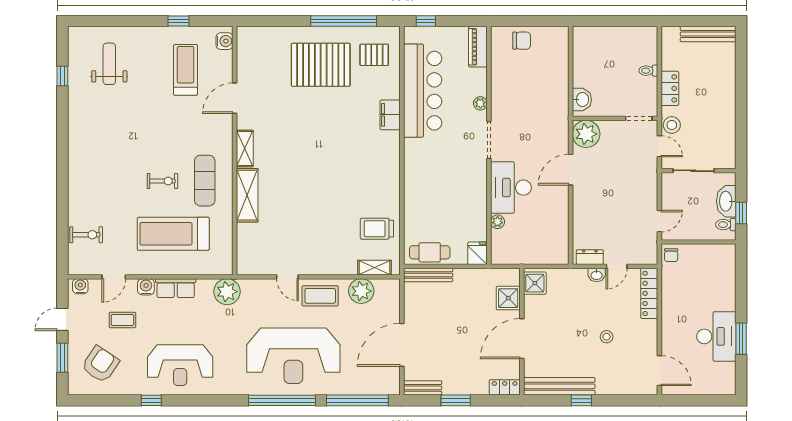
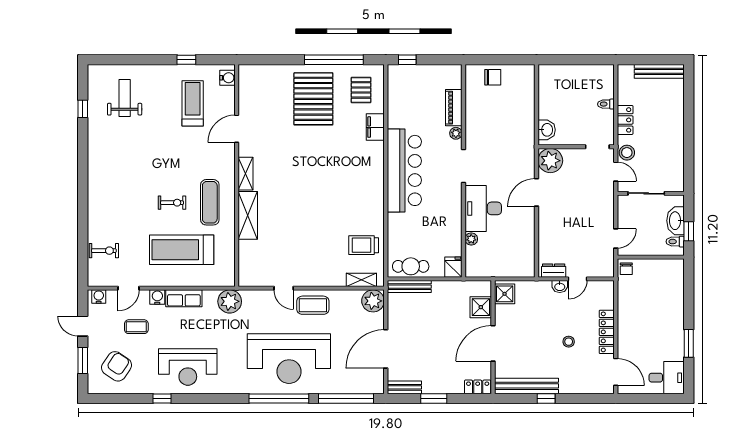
piano: (478, 47) -> (454, 108), moved
pallet: (374, 55) -> (361, 90), turned 90
pallet: (321, 65) -> (313, 99), turned 90
bar counter: (423, 91) -> (404, 170), moved
filing cabinet: (390, 115) -> (375, 127), moved
plant: (361, 291) -> (373, 301), moved
locker: (649, 293) -> (607, 332), moved
door: (62, 319) -> (83, 326), hinge flipped
desk: (716, 336) -> (667, 378), moved, width x0.73

